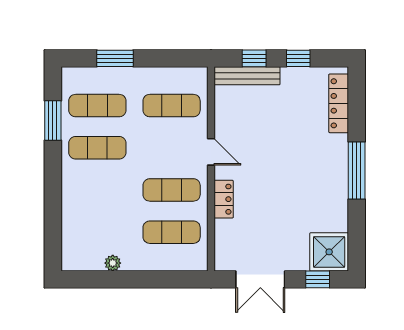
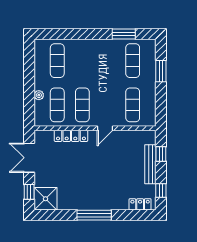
window: (298, 58) -> (161, 190), moved
bench: (247, 76) -> (150, 164), moved
locker: (339, 103) -> (140, 204), width x0.66
exercise mat: (97, 148) -> (57, 61), moved
locker: (224, 199) -> (71, 136), width x1.53
plant: (113, 263) -> (39, 95), moved

